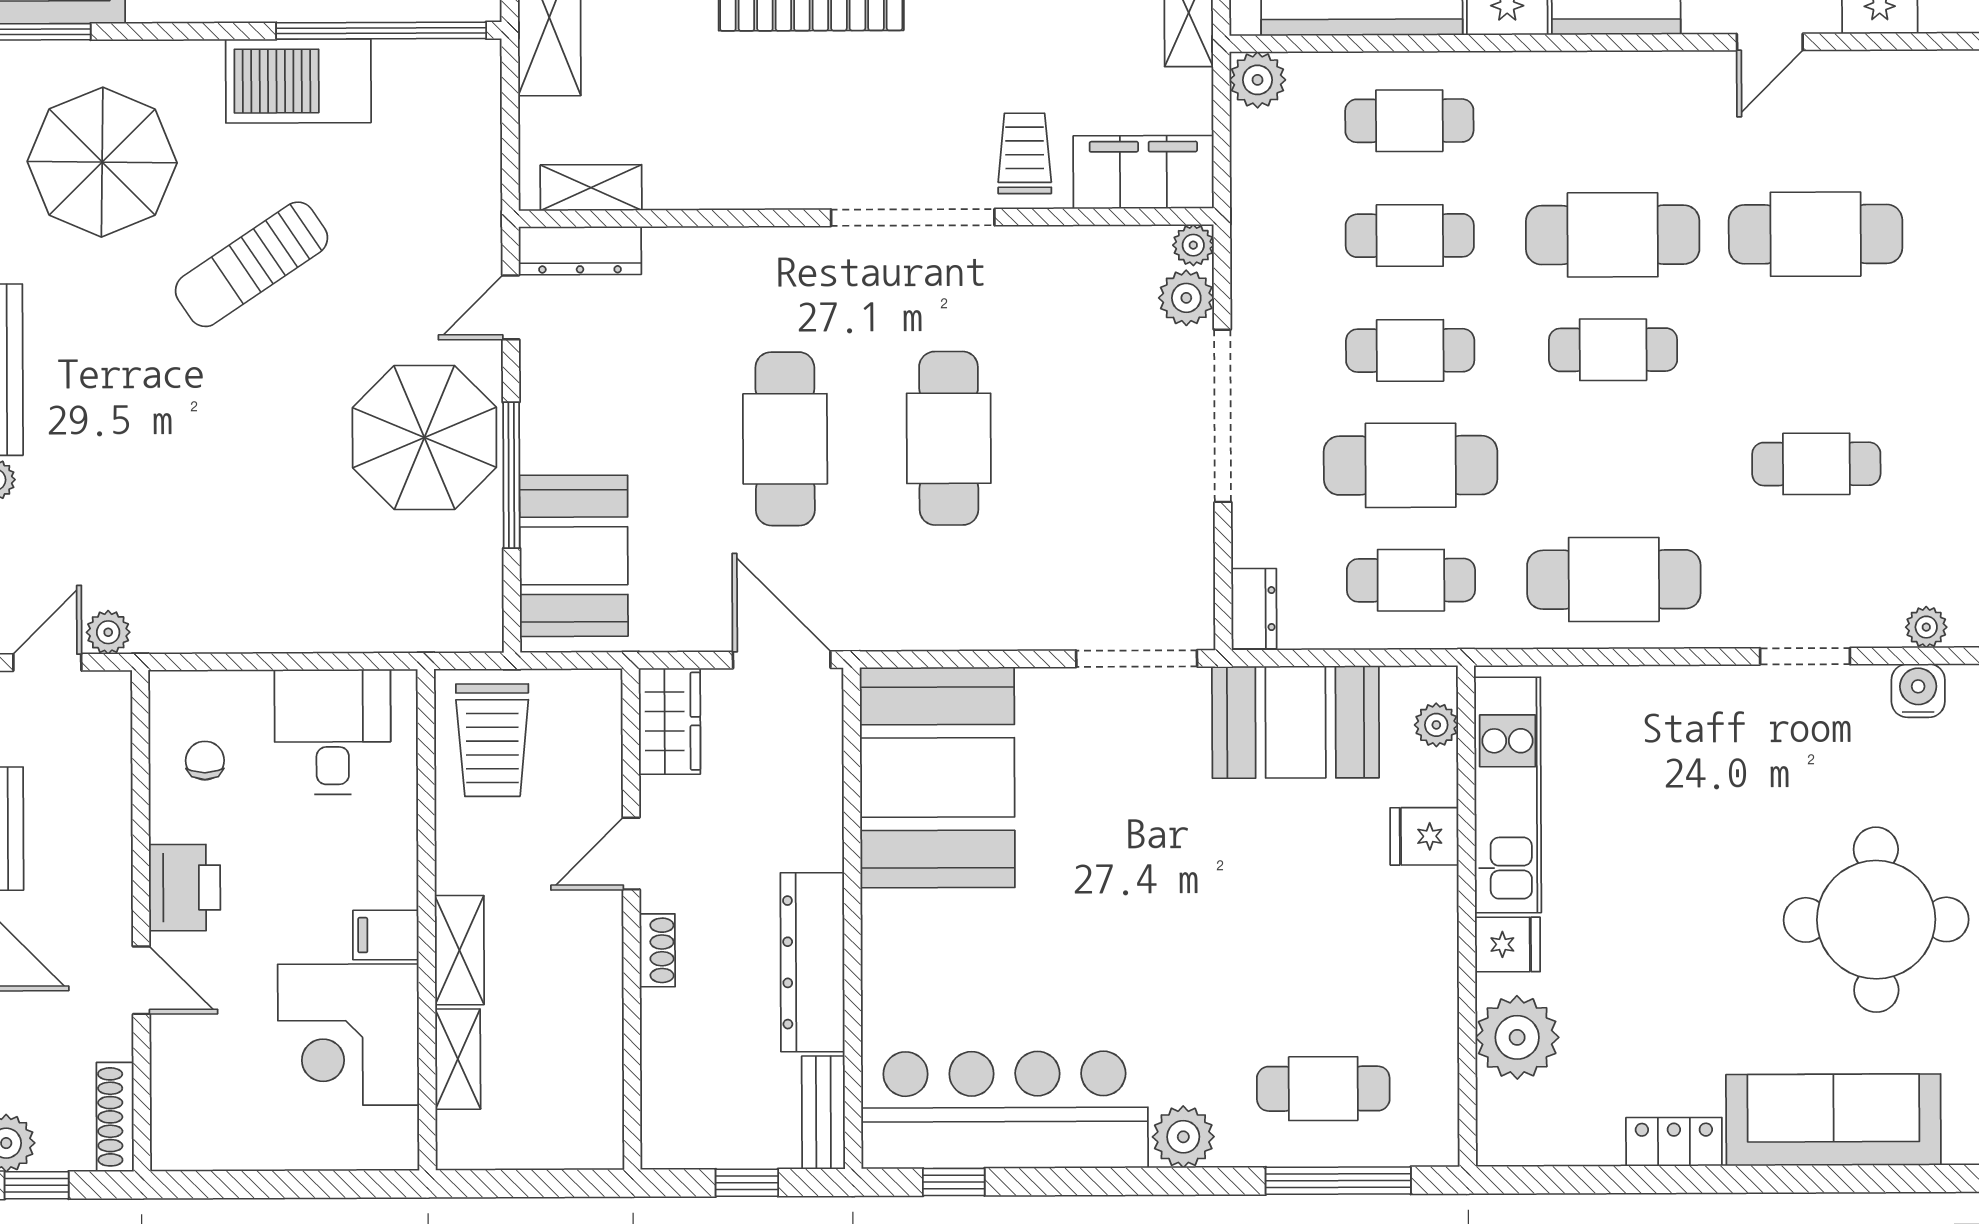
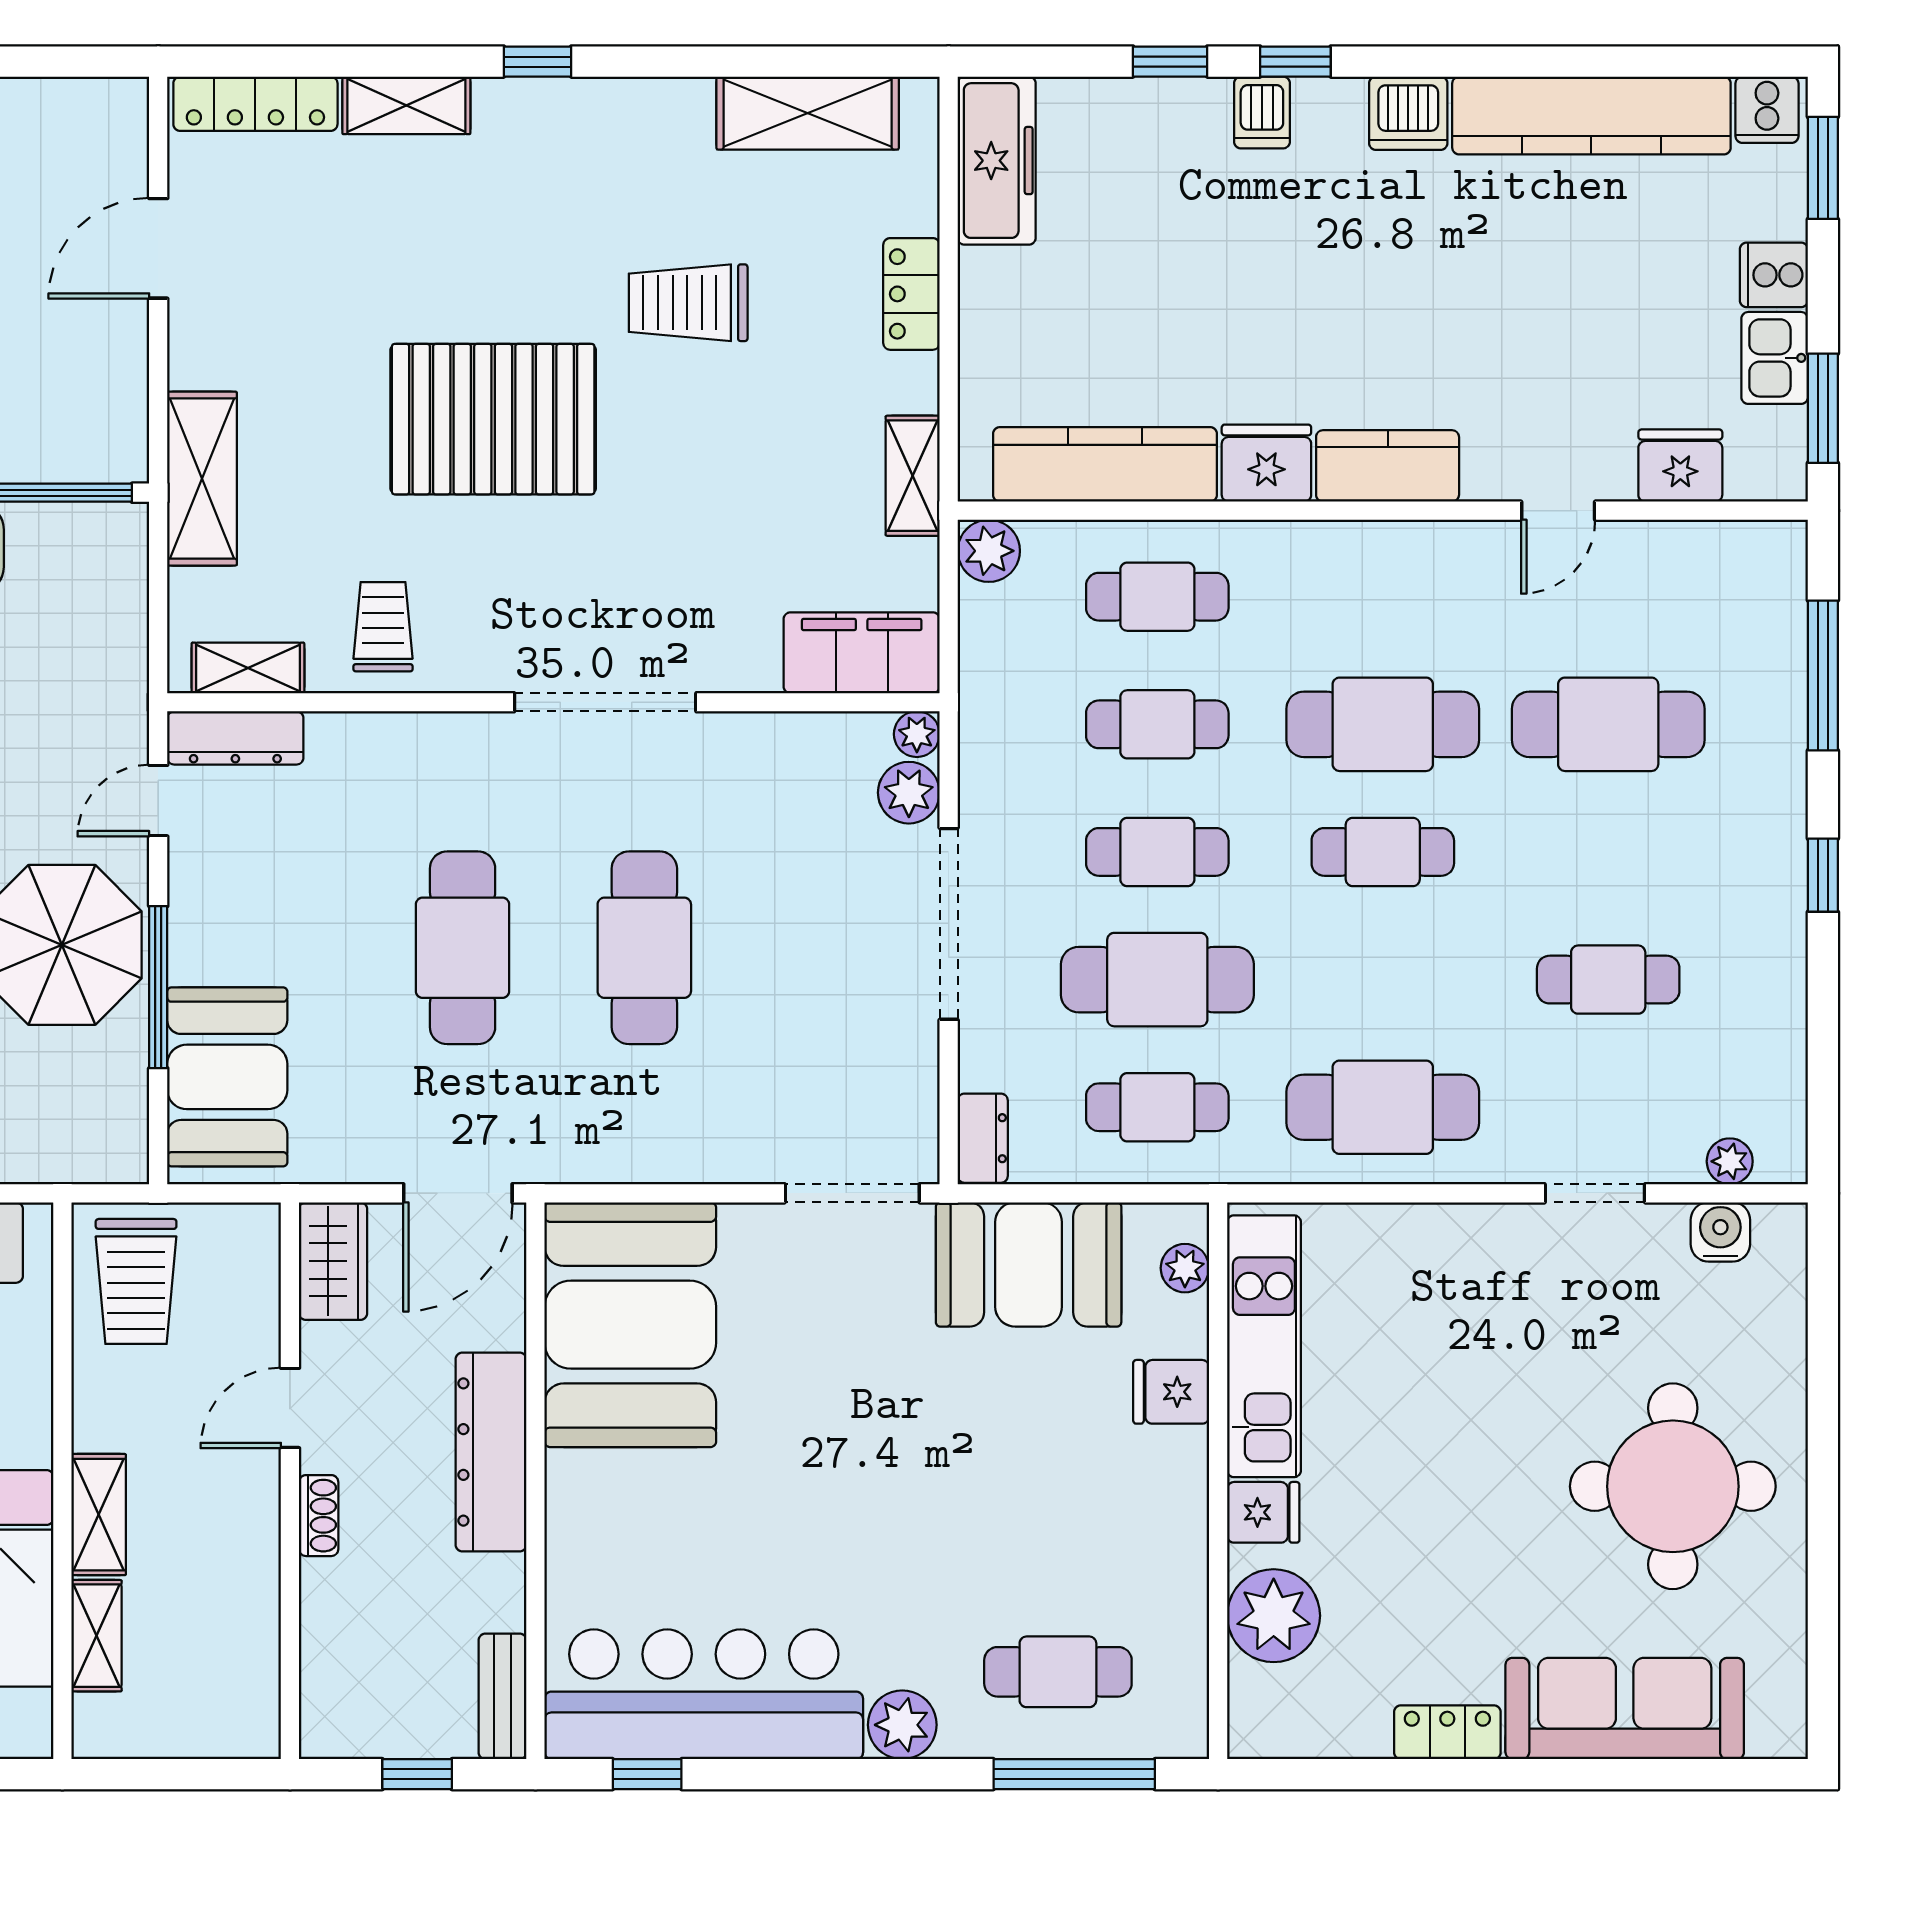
trolley: (1025, 153) -> (383, 627), moved
door: (782, 660) -> (458, 1193), swing flipped
dresser: (813, 962) -> (491, 1452), moved

